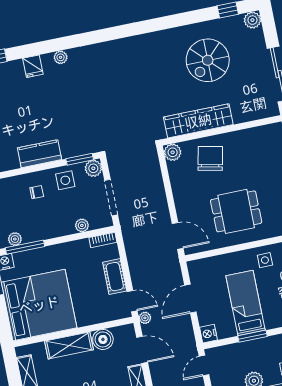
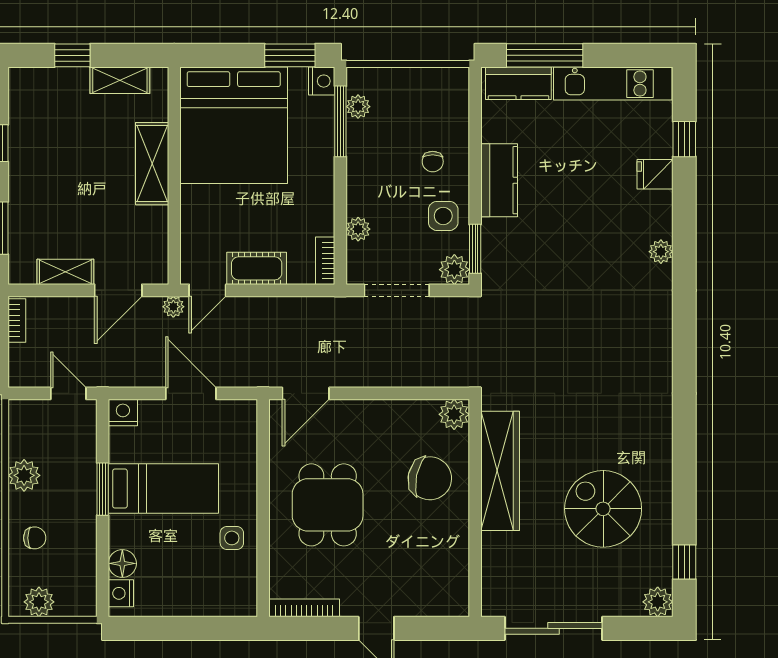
fridge: (33, 66) -> (655, 174), moved
boiler: (103, 339) -> (150, 225), removed

